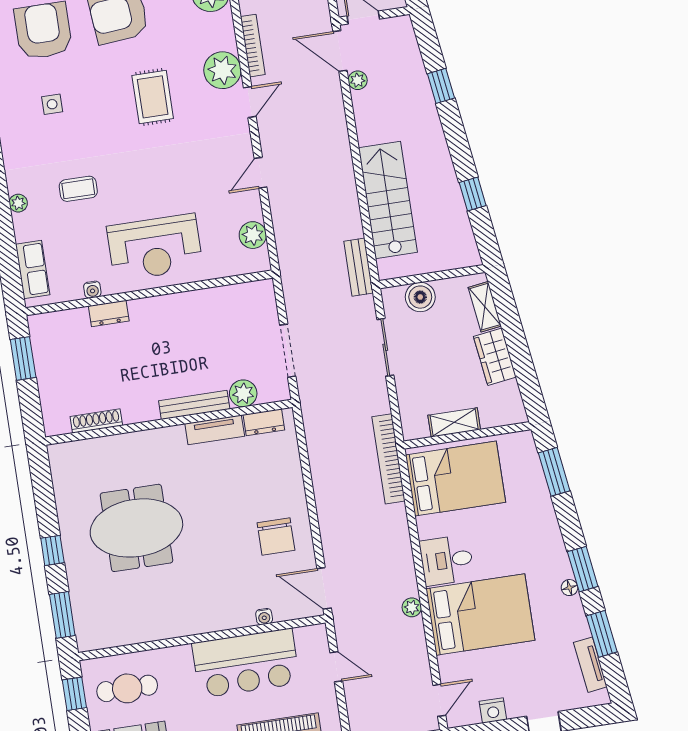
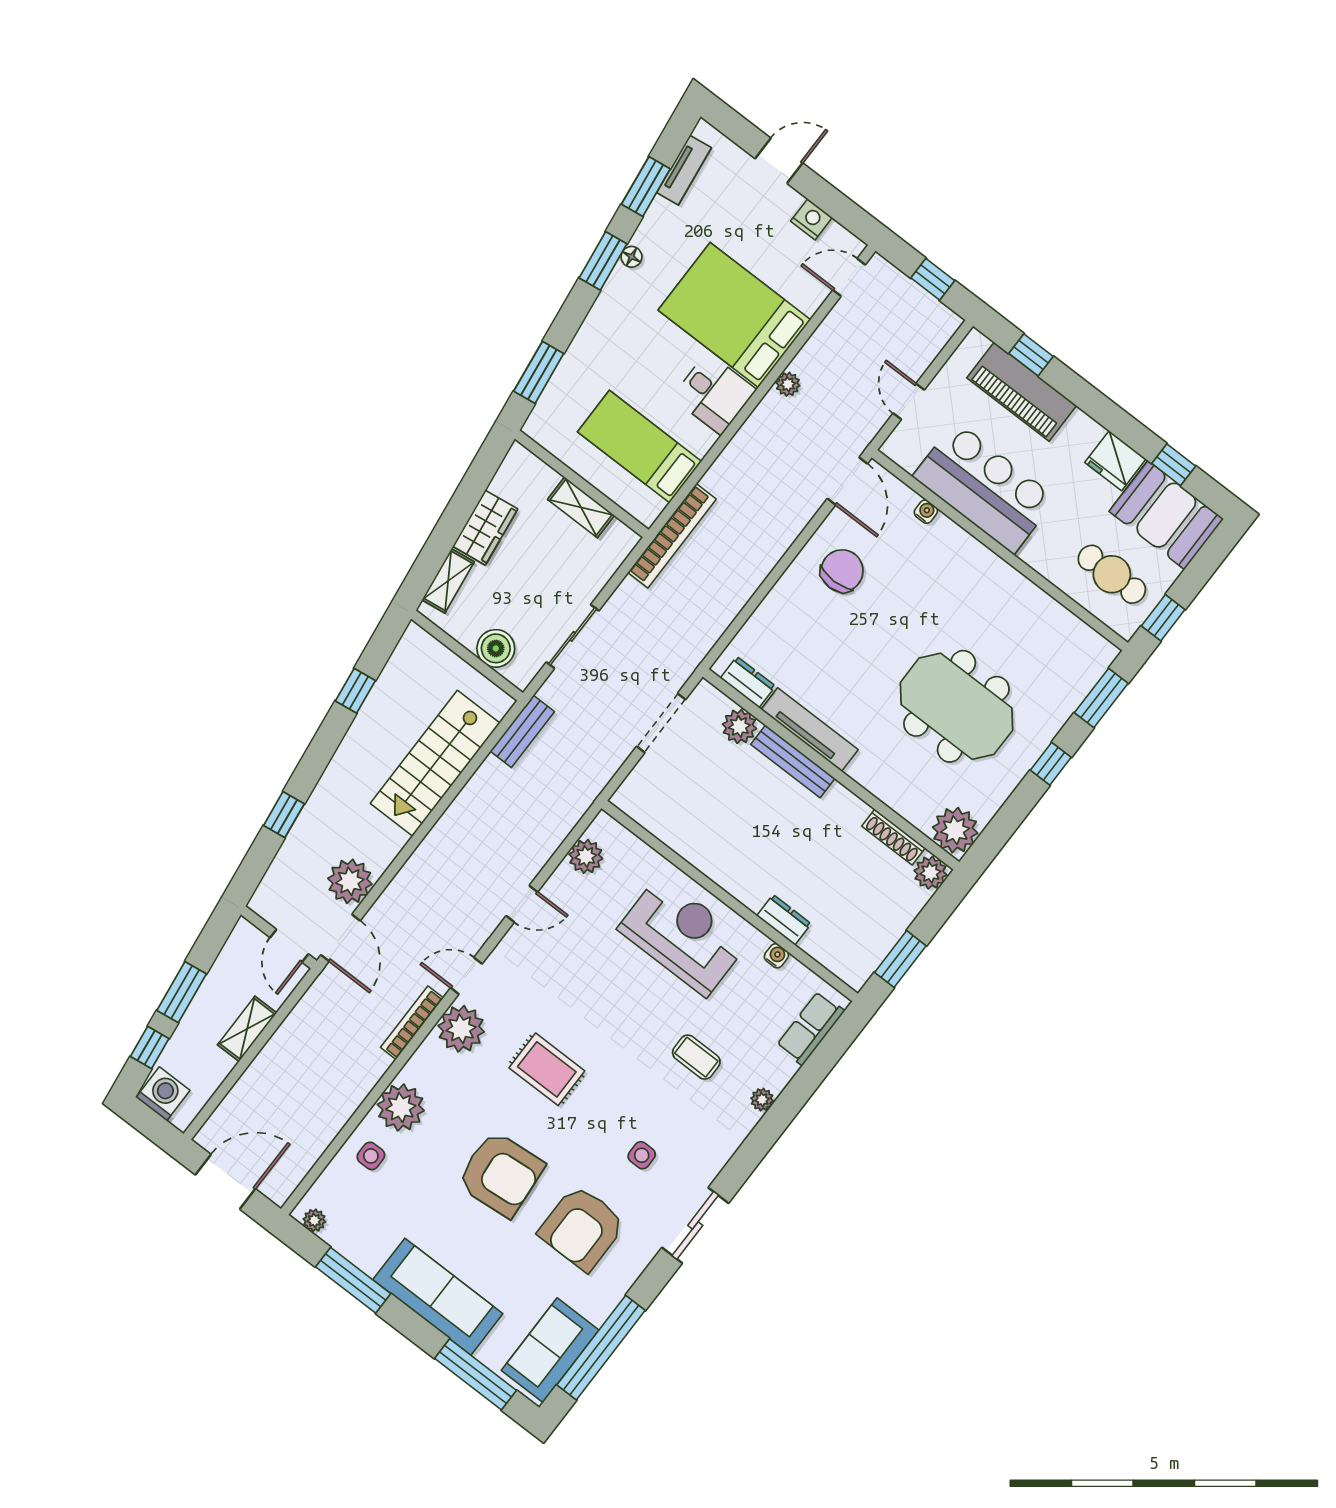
plant: (358, 80) -> (350, 881), width x1.87, depth x1.87
rug: (153, 97) -> (547, 1069), turned 90
plant: (56, 423) -> (930, 873), added
tv unit: (215, 430) -> (810, 730), width x1.41
plant: (67, 460) -> (955, 830), added
bed: (455, 479) -> (639, 447), width x0.67

